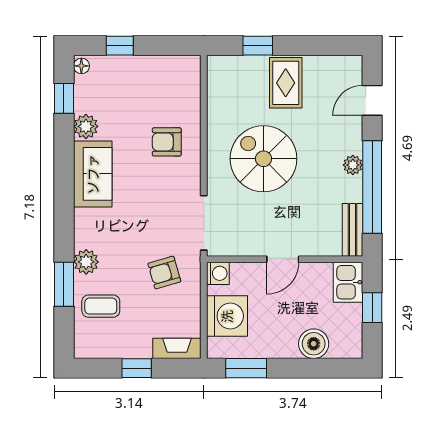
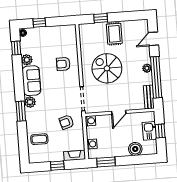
plant: (86, 262) -> (30, 102), moved
kitchen sink: (348, 282) -> (149, 131), moved
window: (64, 284) -> (21, 111), moved
washing machine: (227, 316) -> (92, 144), width x0.53, depth x0.53

